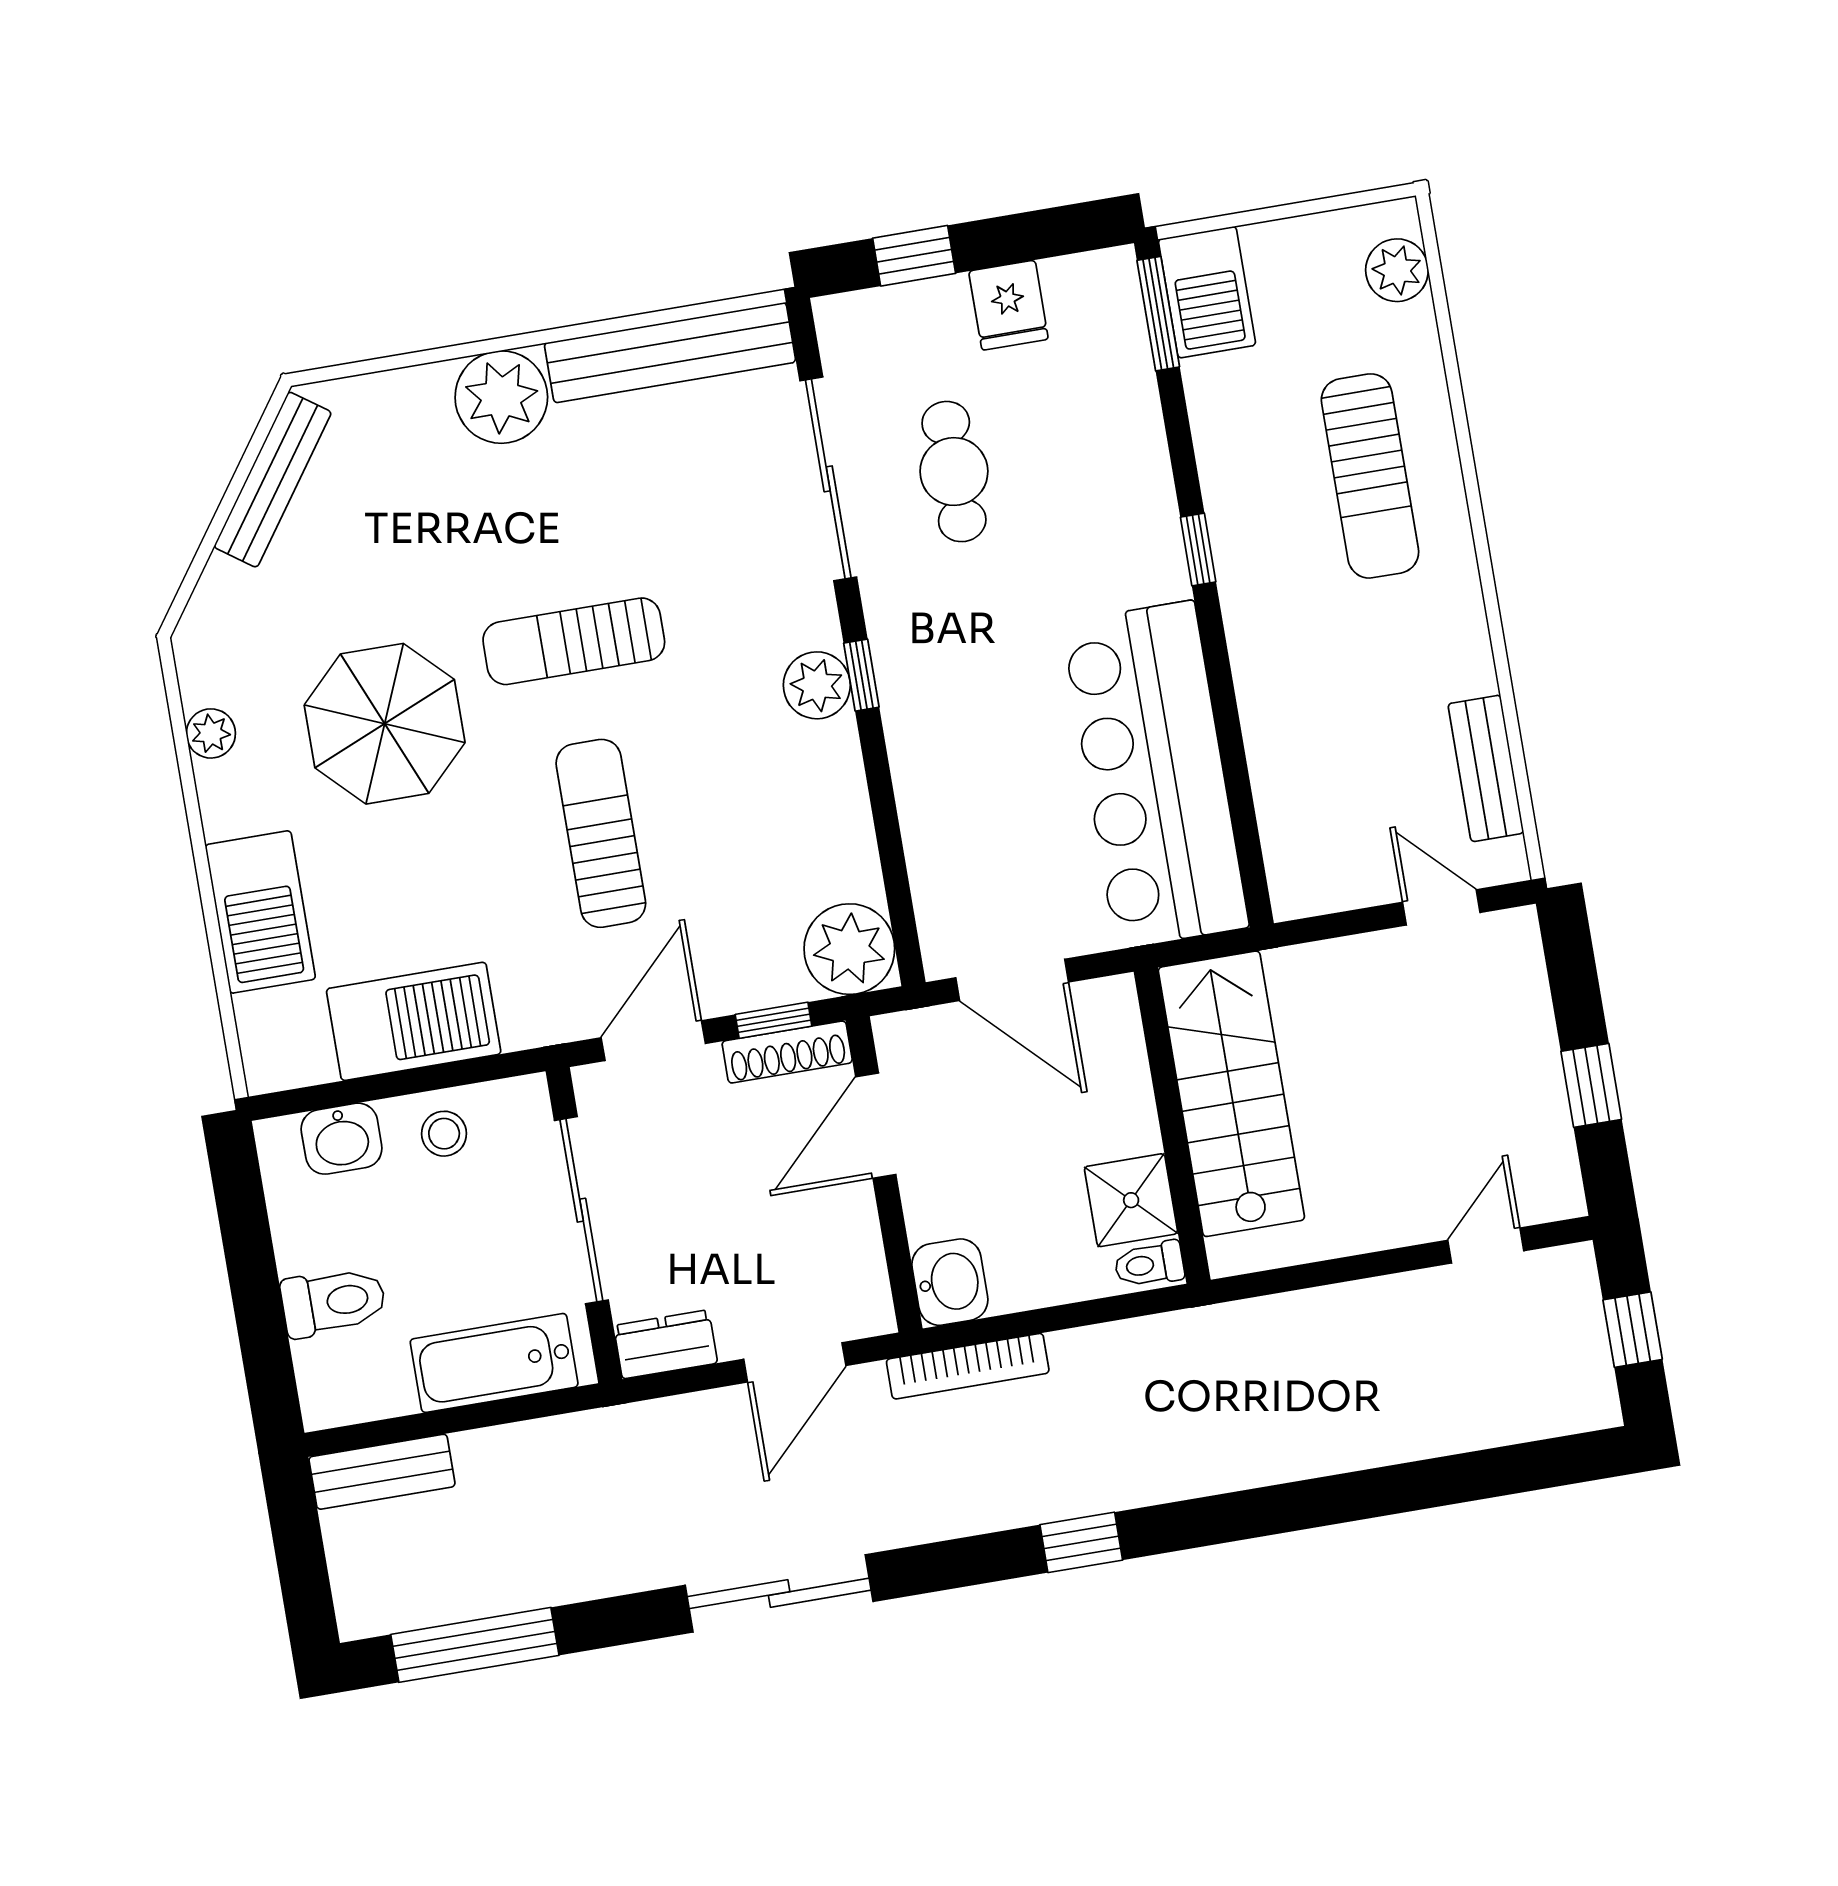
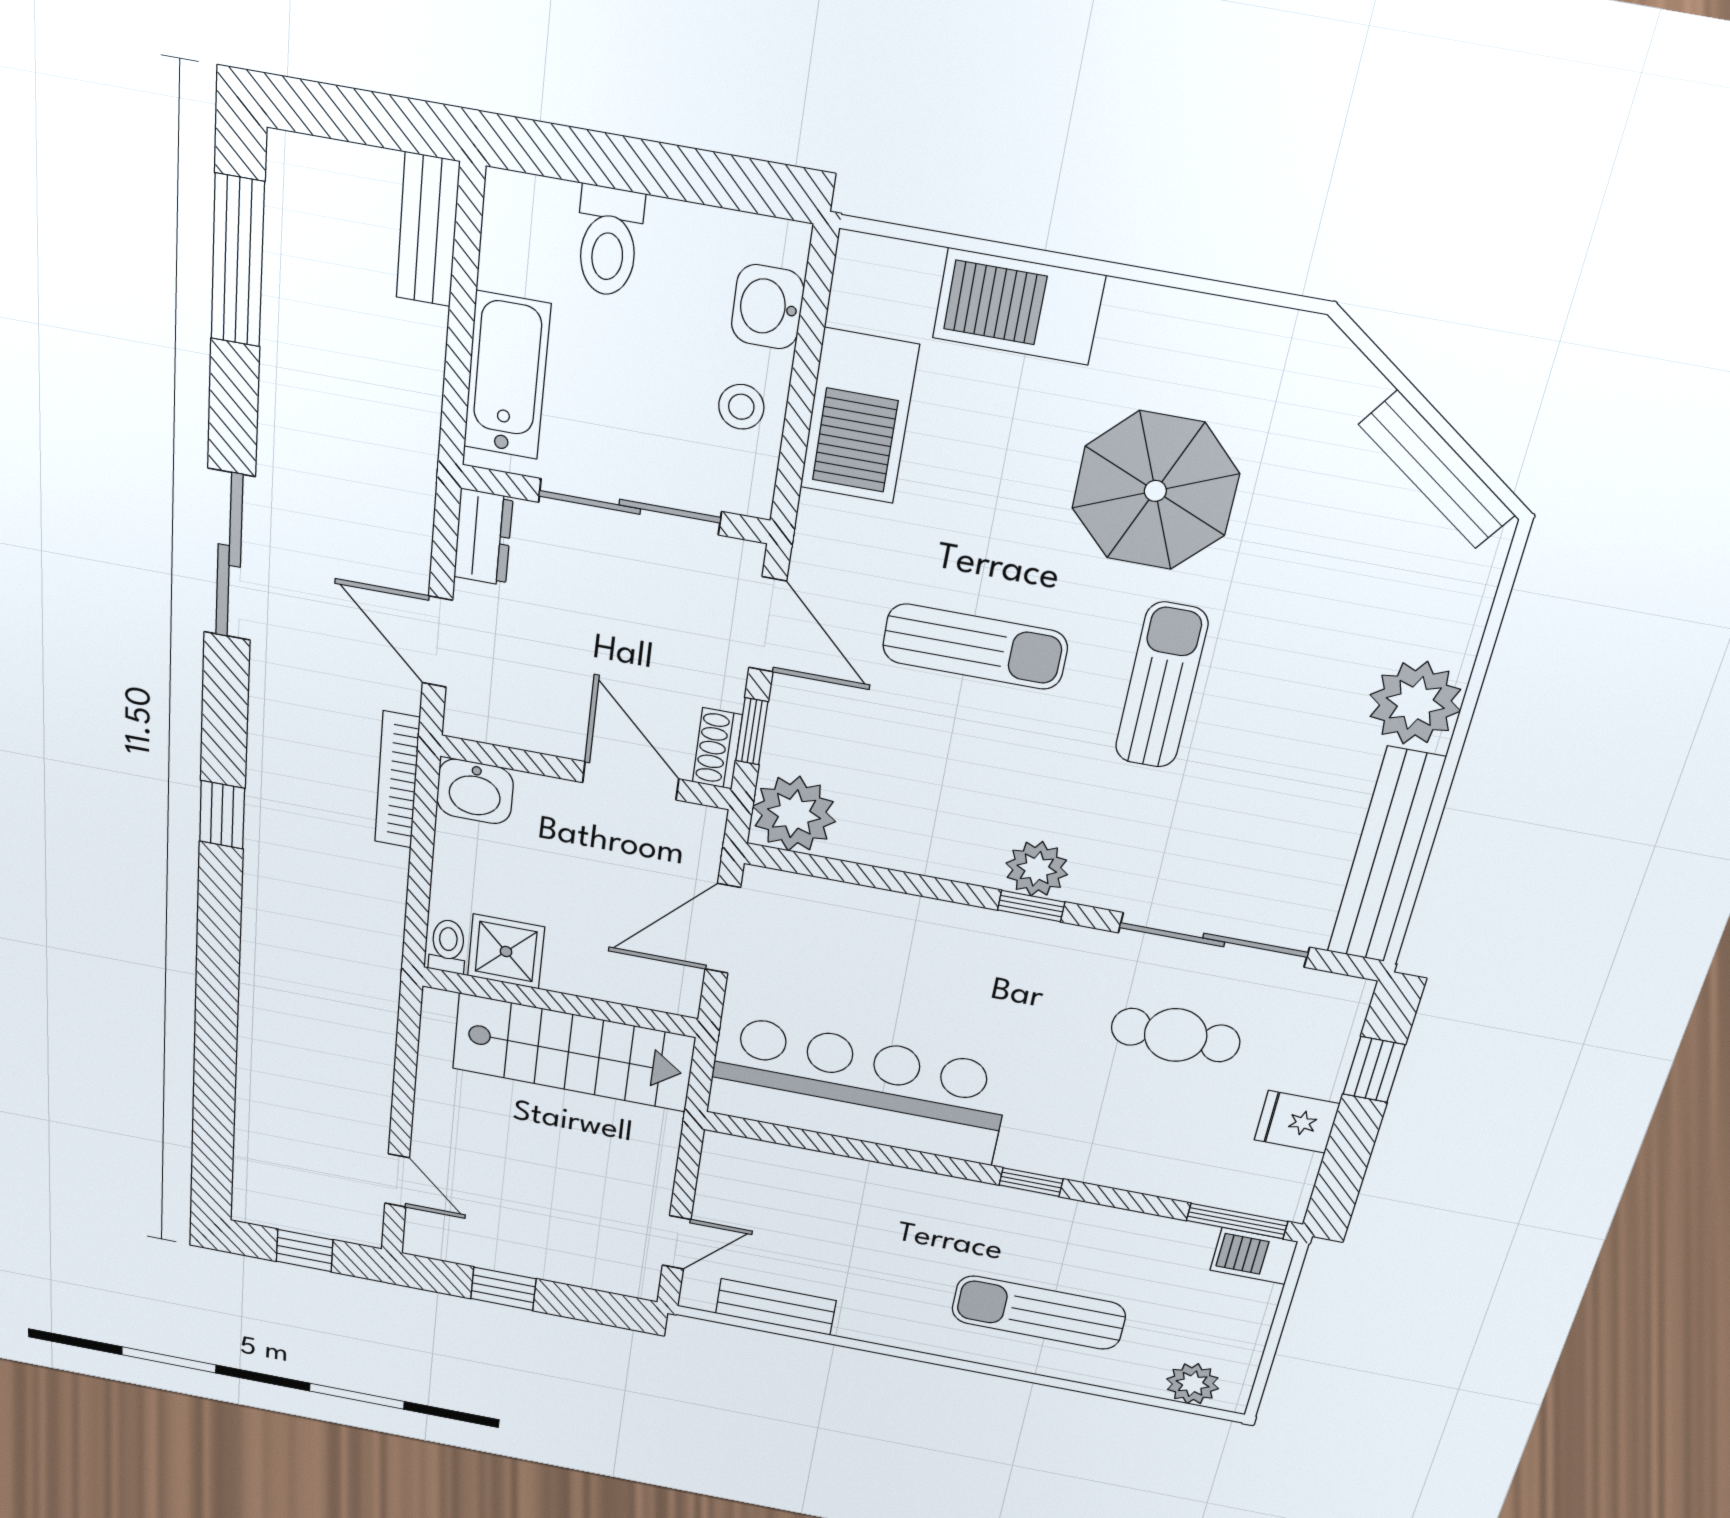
barbecue: (1207, 292) -> (1254, 1256), width x0.73, depth x0.79
plant: (211, 733) -> (1215, 321), removed
shoe rack: (787, 1052) -> (717, 749), width x0.70

